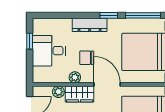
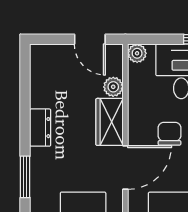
plant: (75, 77) -> (137, 53), moved

